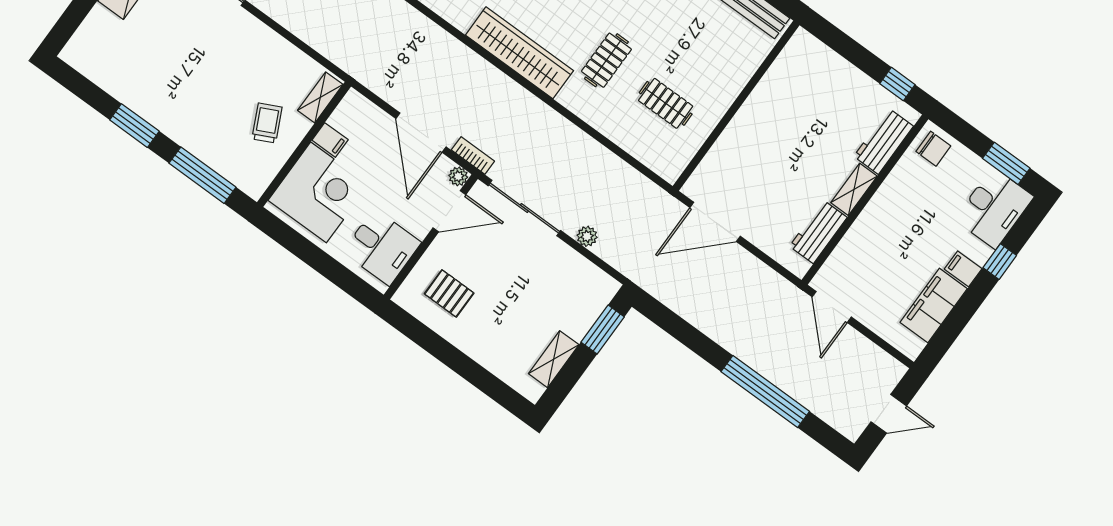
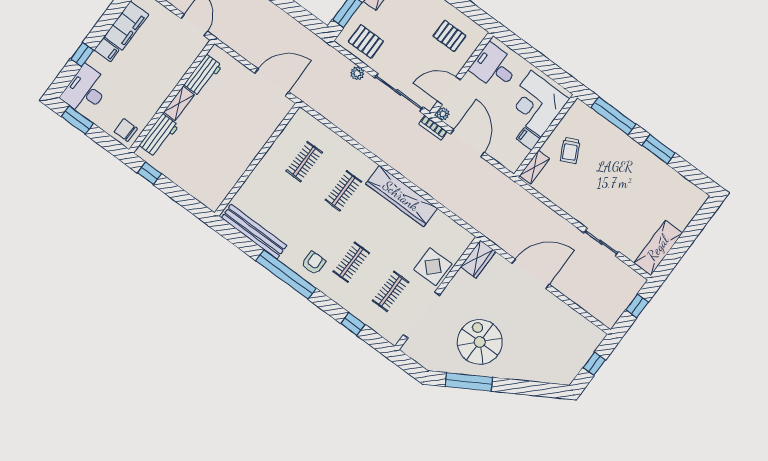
clothes rail: (666, 103) -> (304, 162), turned 90
pallet: (574, 284) -> (366, 41), added

